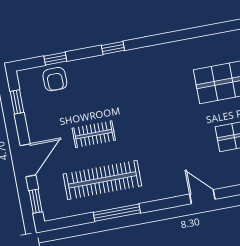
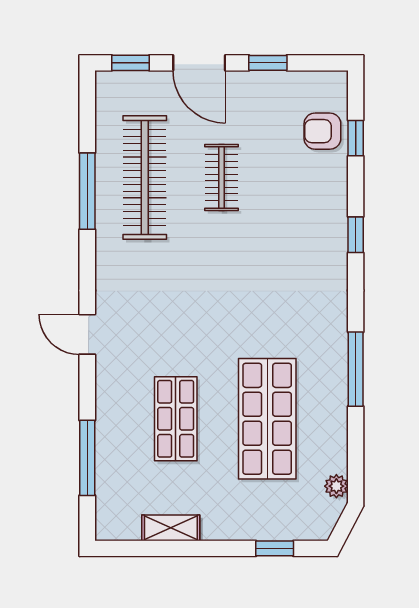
window: (193, 33) -> (356, 369), added
window: (17, 102) -> (268, 63), moved
door: (202, 197) -> (87, 334), swing flipped

